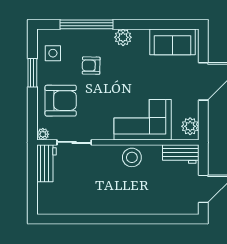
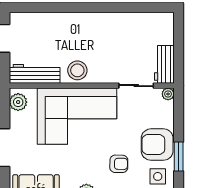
armchair: (61, 101) -> (157, 145), moved
corner sofa: (143, 120) -> (77, 116), width x1.36, depth x1.36
workbench: (181, 154) -> (35, 74), width x1.38

